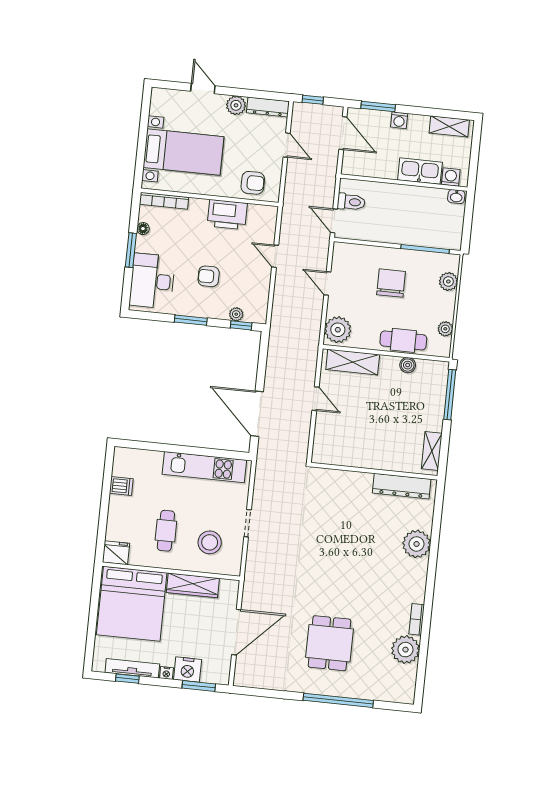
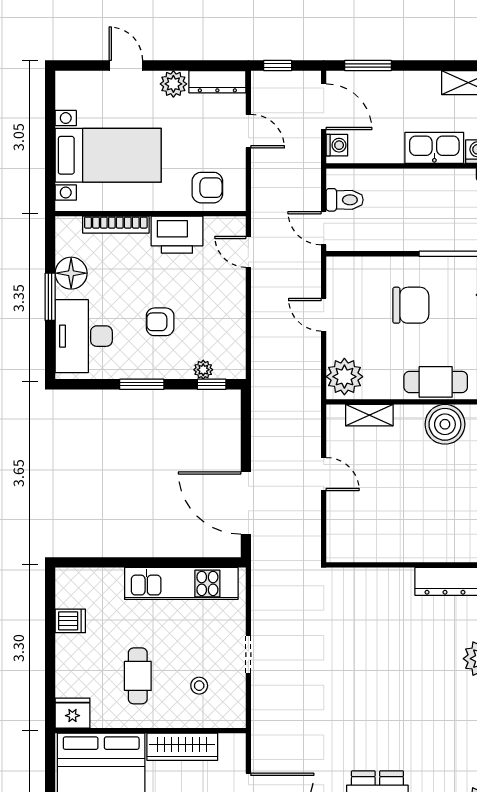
washing machine: (399, 120) -> (337, 145), moved, turned -90
bookcase: (164, 201) -> (116, 225), moved
floor lamp: (143, 229) -> (71, 273), width x1.89, depth x1.89
door: (275, 256) -> (248, 252), moved
chair: (391, 283) -> (411, 305), turned 90
shelving: (353, 362) -> (369, 415), width x0.67, depth x0.75
boiler: (408, 365) -> (445, 424), width x1.86, depth x1.86
stool: (210, 542) -> (199, 686), width x0.53, depth x0.53

